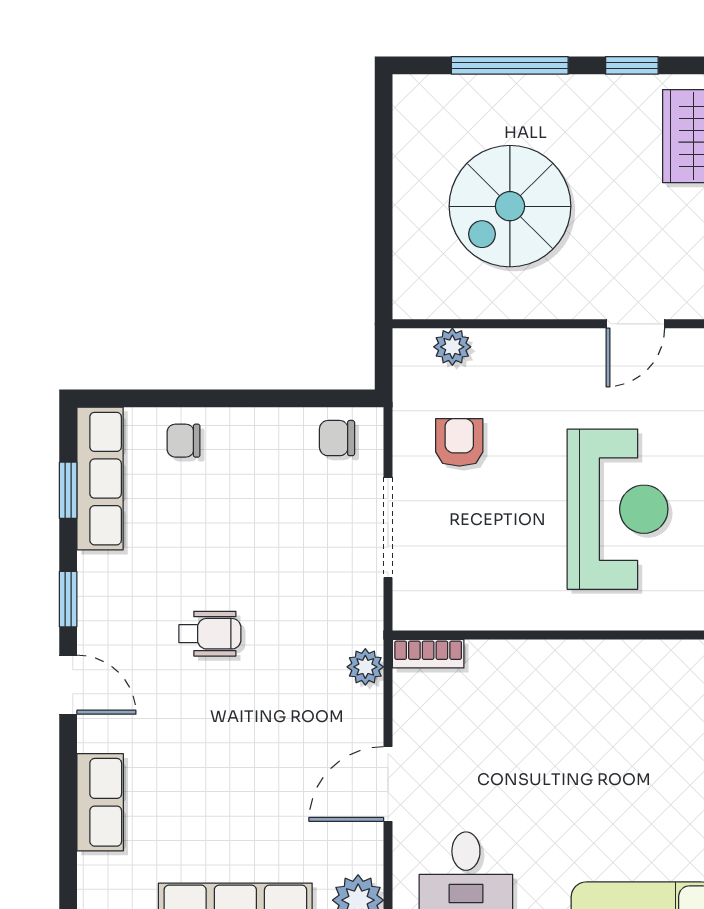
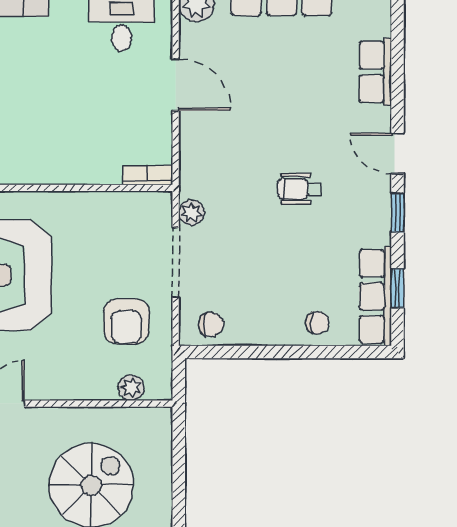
armchair: (459, 442) -> (126, 321), width x1.38, depth x1.38
plant: (365, 667) -> (191, 213), moved
door: (388, 784) -> (176, 85), hinge flipped

